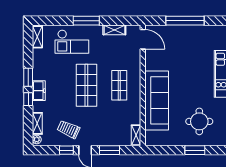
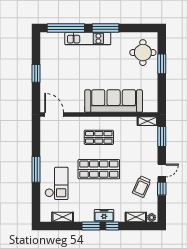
window: (185, 21) -> (36, 73), width x0.47
shelving: (114, 30) -> (45, 142), removed
shelving: (37, 37) -> (63, 217), moved
door: (143, 39) -> (54, 115), hinge flipped
round table: (199, 121) -> (143, 53), moved
window: (110, 150) -> (162, 137), moved

